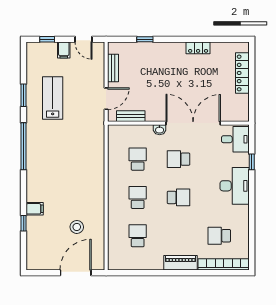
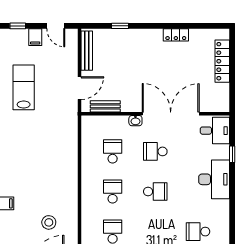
bench: (113, 68) -> (87, 51), width x1.36

